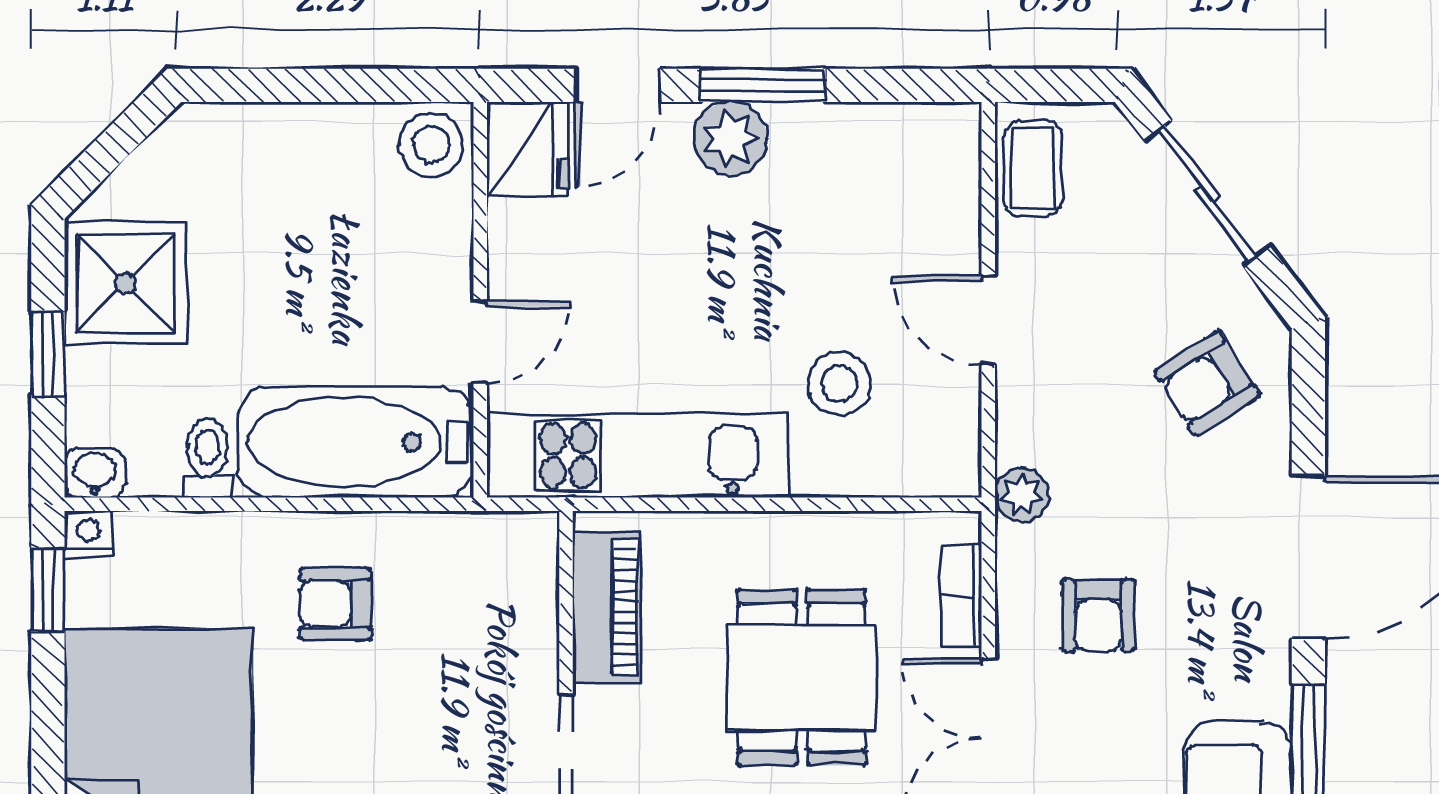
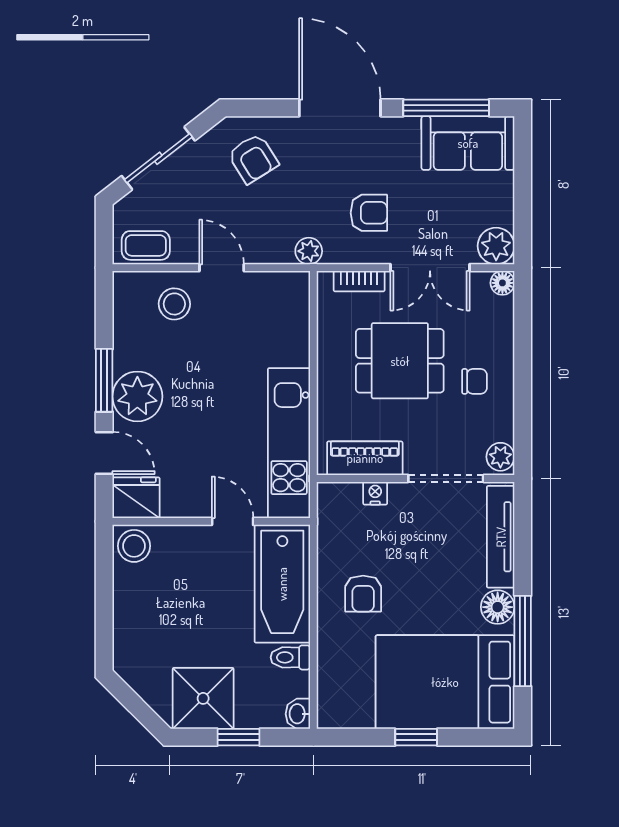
plant: (730, 138) -> (137, 396), width x1.36, depth x1.36
door: (988, 320) -> (222, 268), swing flipped
stool: (839, 384) -> (174, 304), moved
nightstand: (89, 534) -> (375, 493), moved, turned 90
window: (48, 590) -> (416, 737), moved

